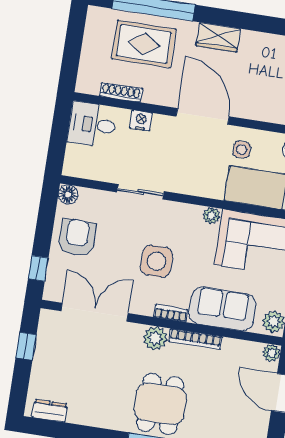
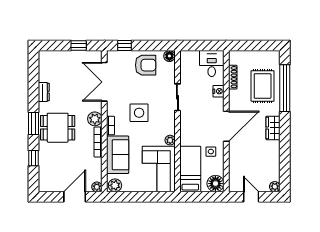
double door: (95, 312) -> (104, 82), swing flipped
dresser: (50, 411) -> (44, 92), moved

